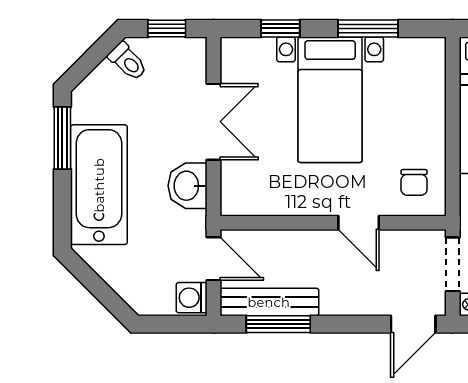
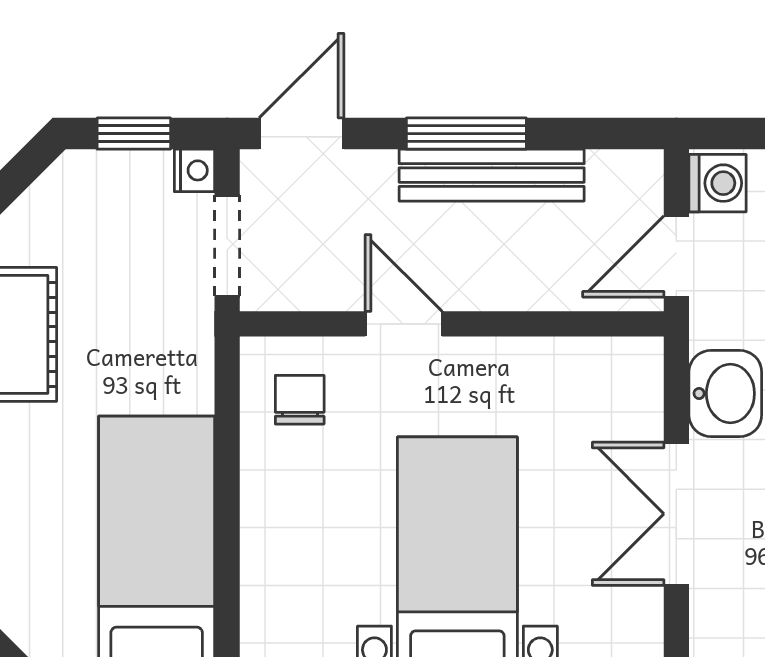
door: (214, 259) -> (676, 256), hinge flipped
bench: (269, 302) -> (492, 175), moved
window: (278, 324) -> (466, 134), moved

